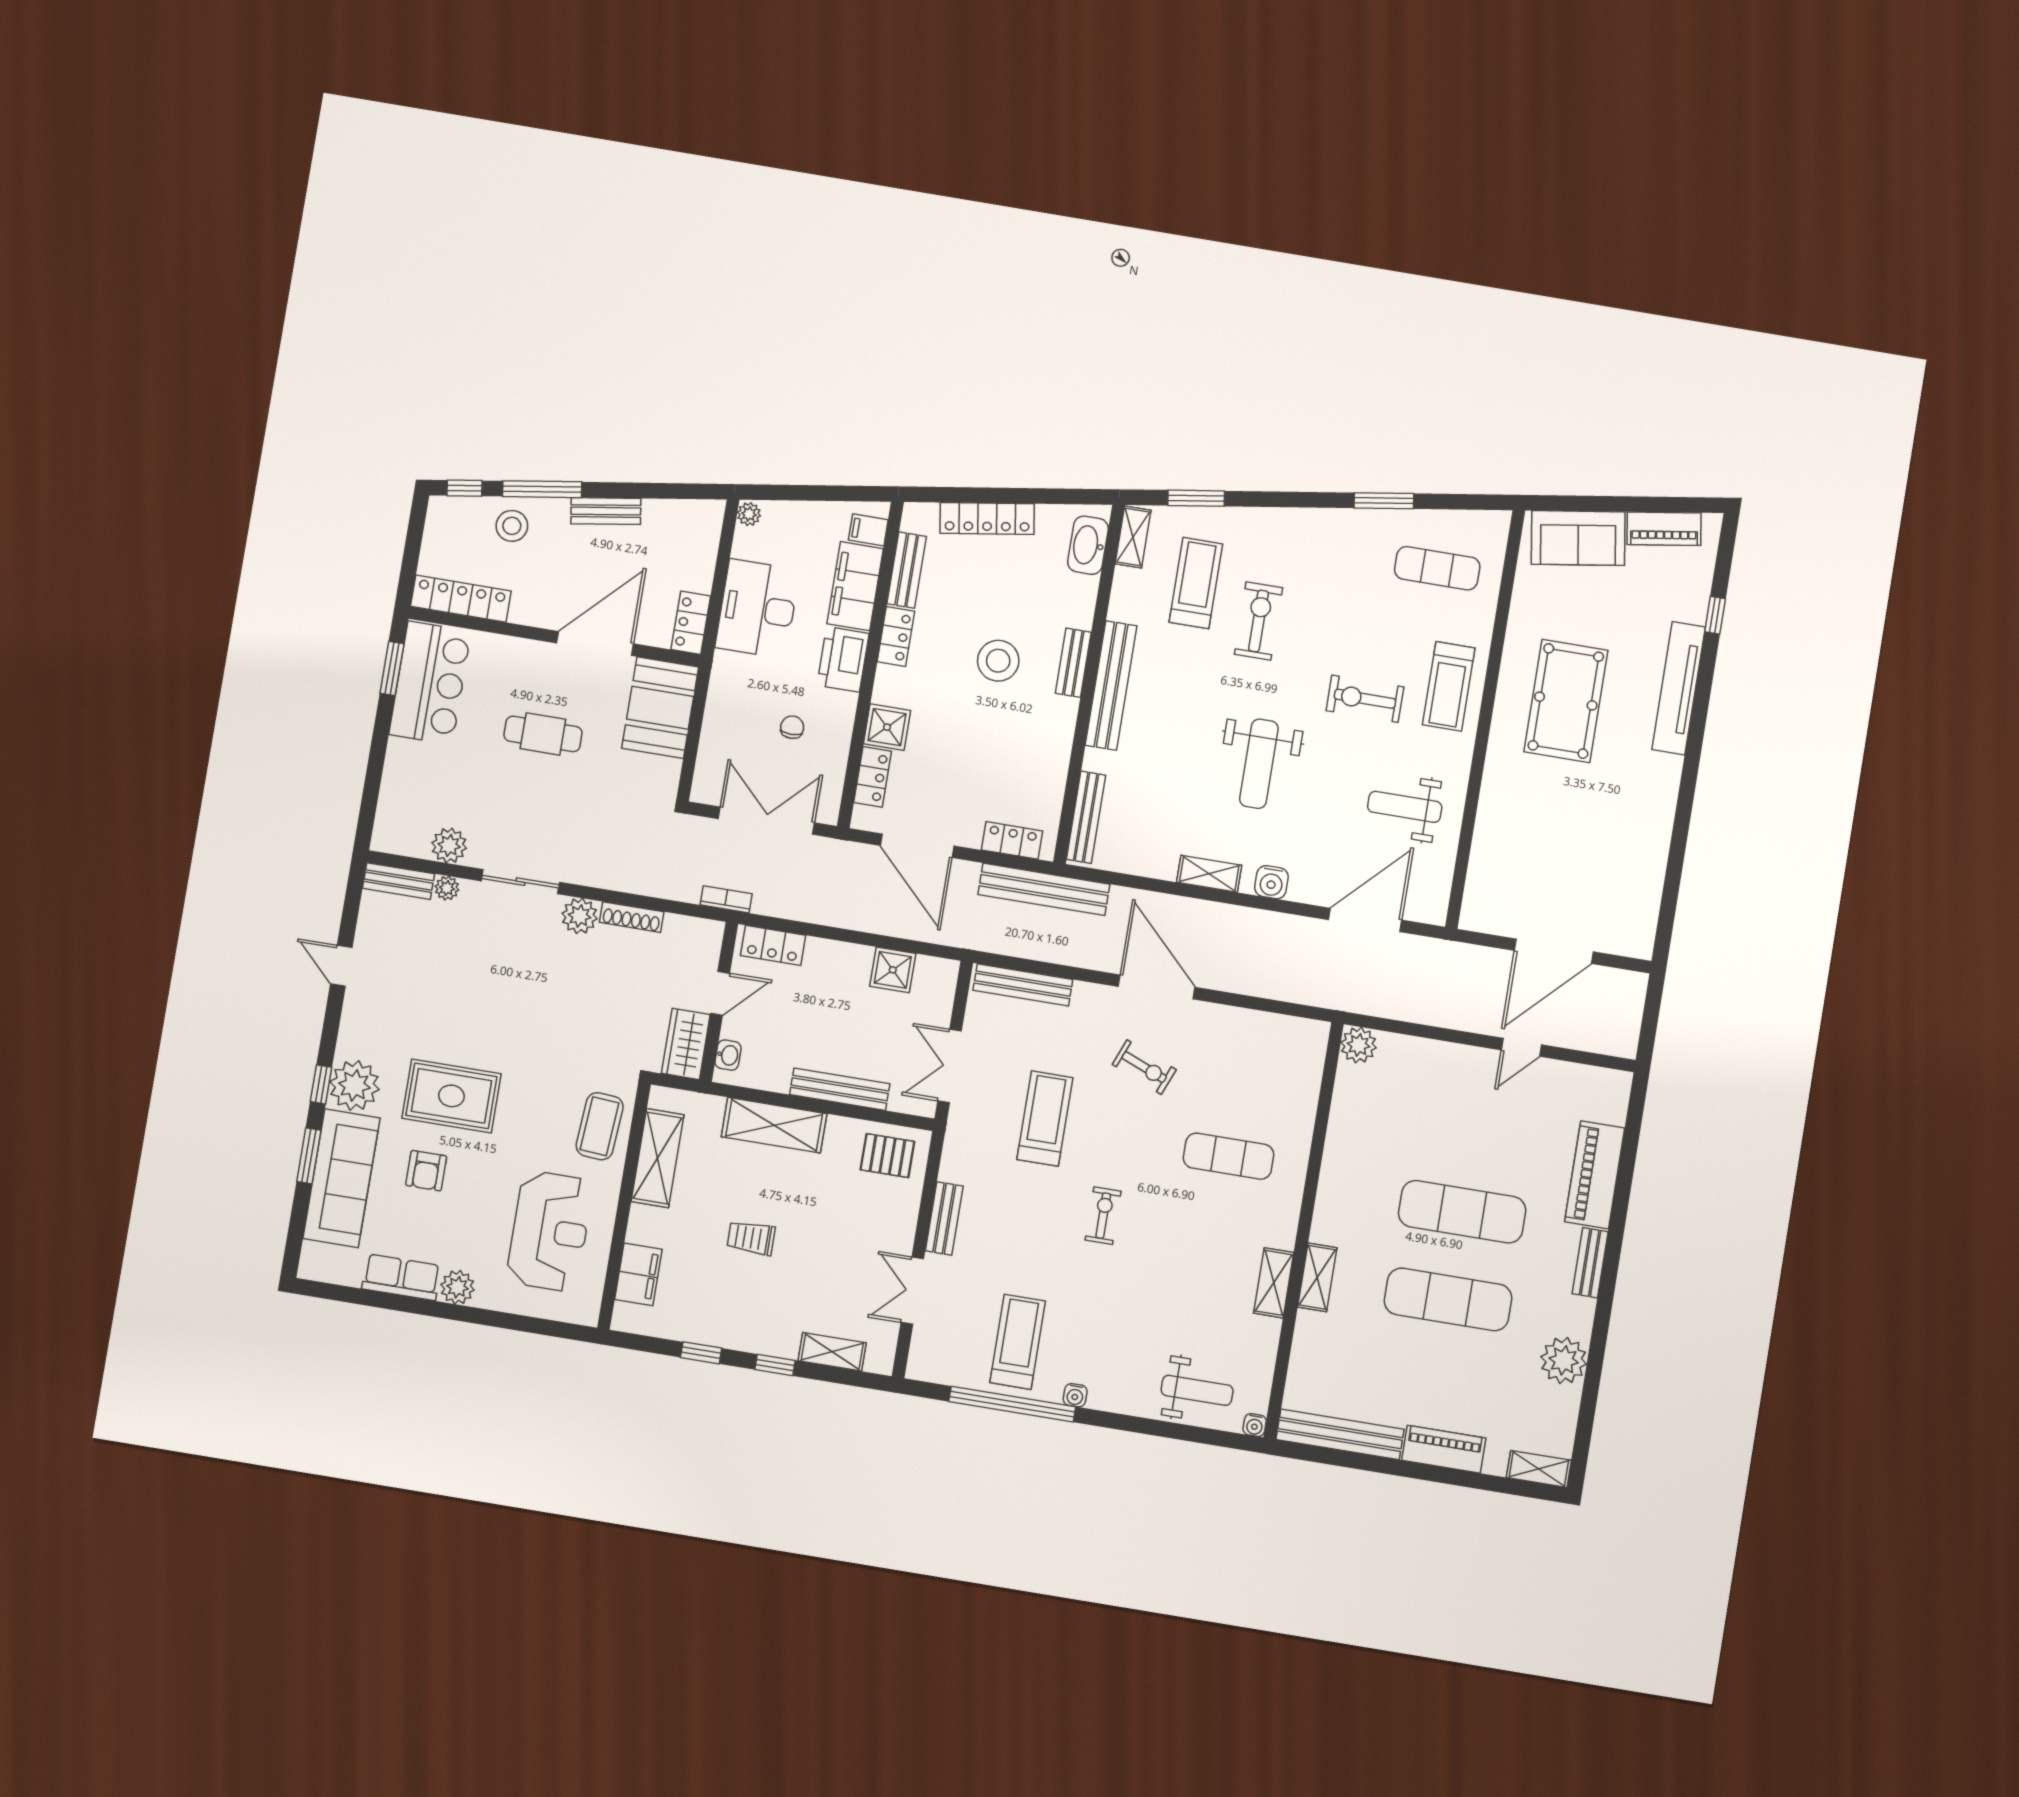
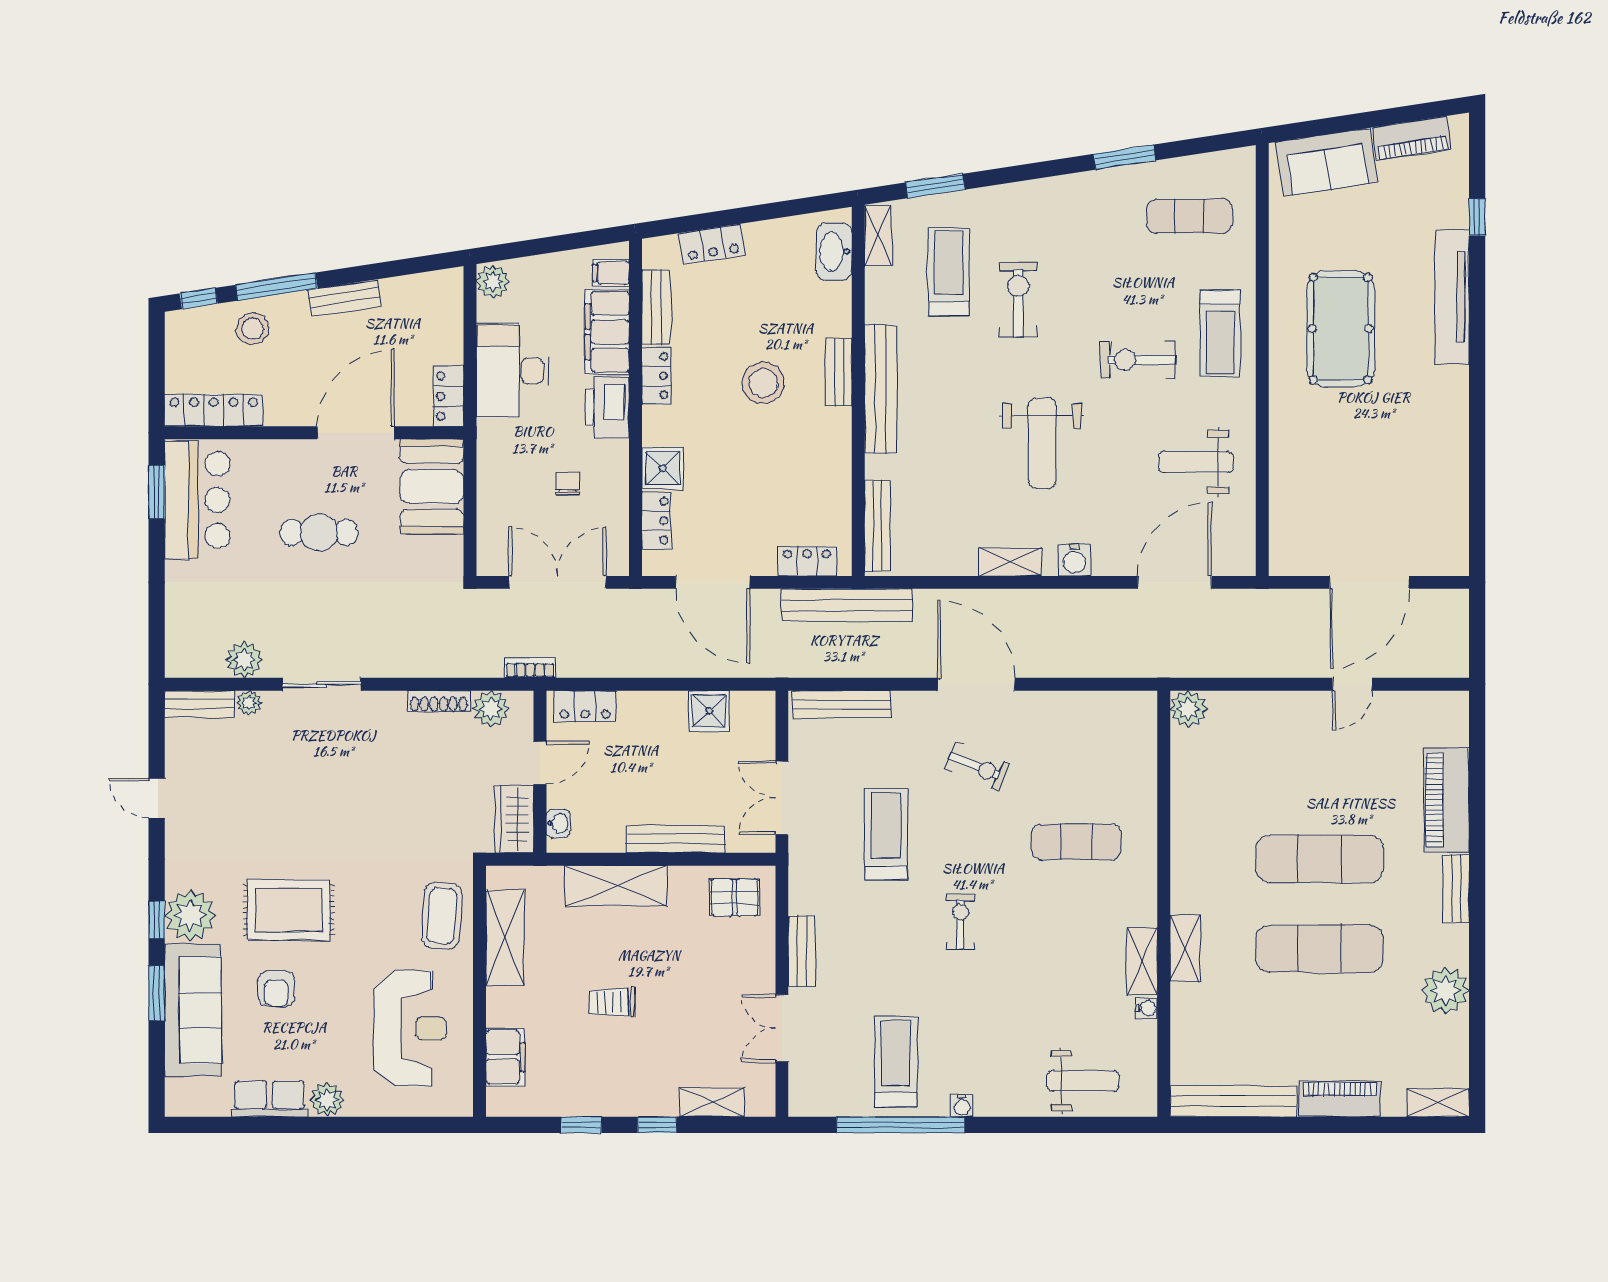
plant: (749, 514) -> (493, 281), width x1.38, depth x1.38
locker: (987, 519) -> (712, 244), width x0.66
plant: (580, 916) -> (491, 709), moved
water cooler: (1255, 1425) -> (1146, 1008), moved, turned -90

